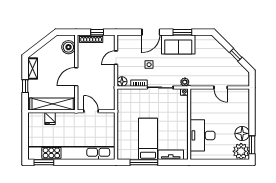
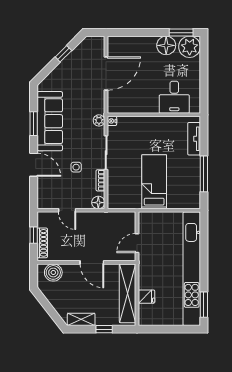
sofa: (178, 45) -> (50, 121), width x1.36
door: (221, 88) -> (106, 73), width x1.87
desk: (202, 135) -> (174, 97), width x0.73
bed: (148, 139) -> (154, 182), moved, turned 90

